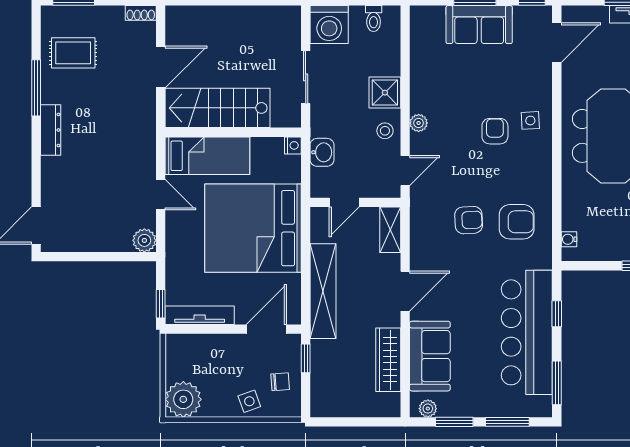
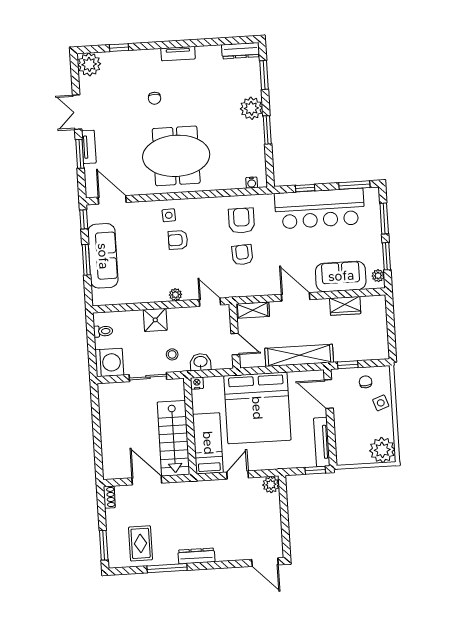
sofa: (479, 25) -> (103, 256), width x1.36
stool: (385, 131) -> (172, 354), moved
wardrobe: (388, 360) -> (345, 306), width x0.67

